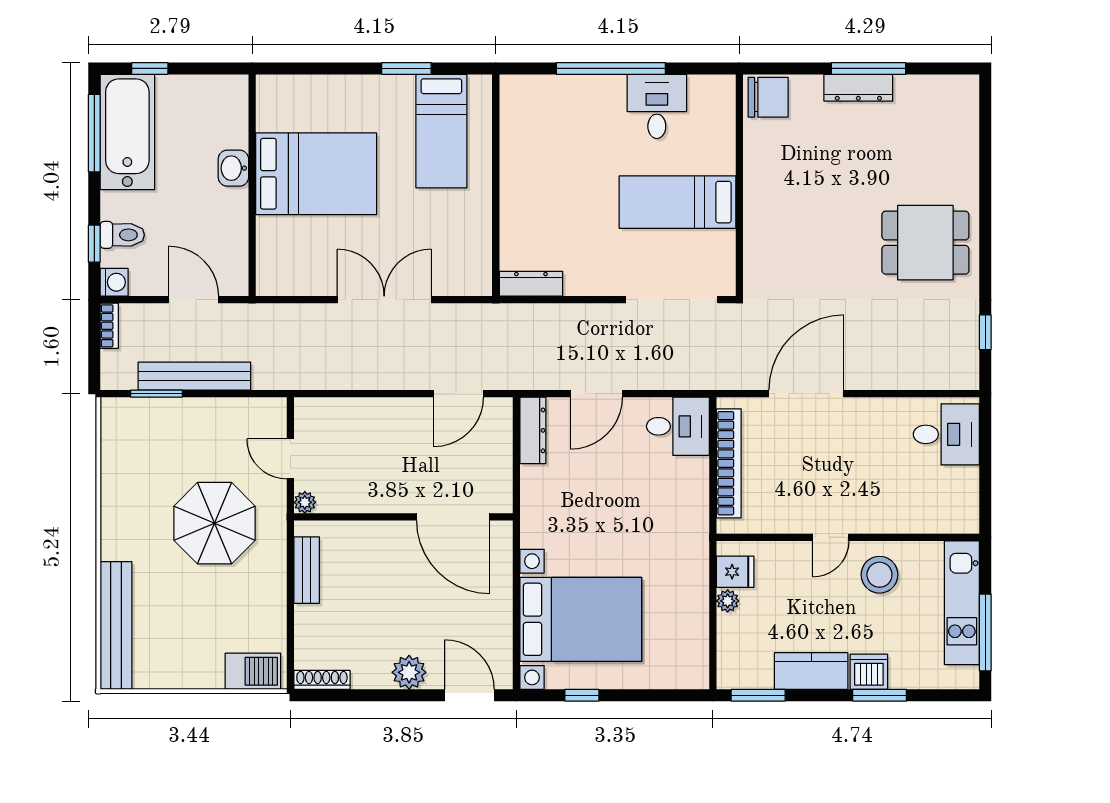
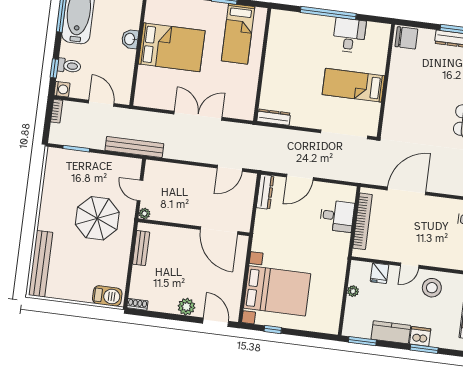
bench: (194, 376) -> (134, 147), moved
desk: (678, 426) -> (337, 216), moved
fridge: (735, 572) -> (380, 273), moved, turned 90
shoe rack: (322, 680) -> (137, 304), width x0.70

